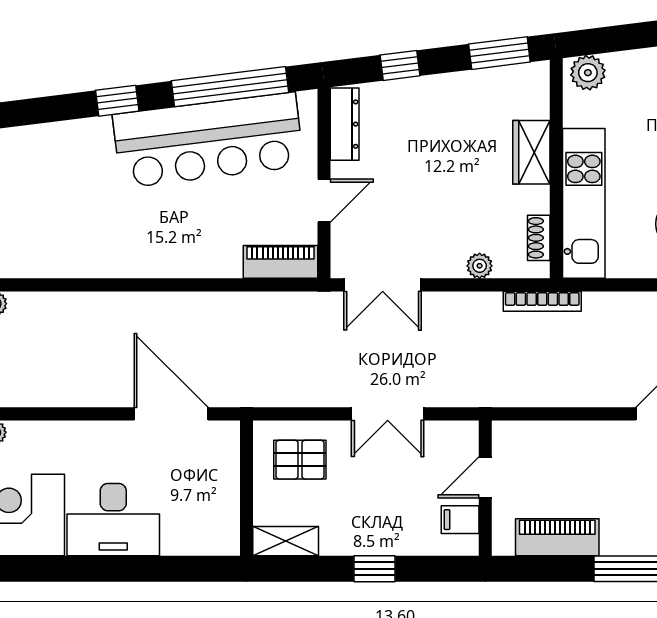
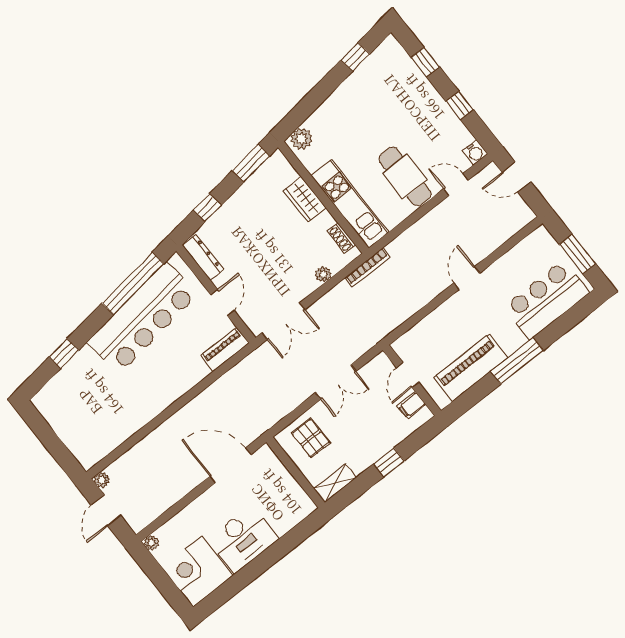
window: (117, 101) -> (64, 353), moved
pallet: (300, 460) -> (311, 438), turned 90
piano: (557, 537) -> (471, 368), width x1.37, depth x1.33

